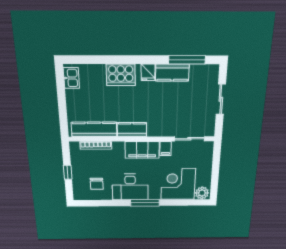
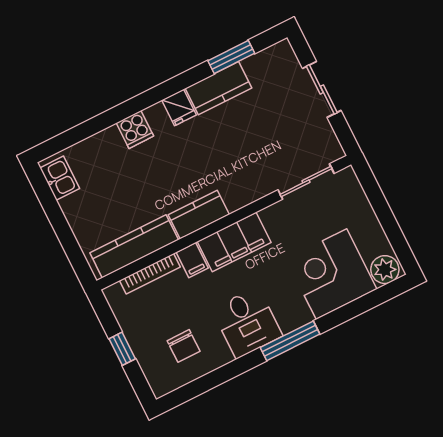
window: (187, 60) -> (231, 57), width x0.69
cooker: (121, 75) -> (135, 129), width x0.53, depth x0.76
filing cabinet: (166, 148) -> (192, 260), moved
desk: (130, 187) -> (247, 323), width x0.73

